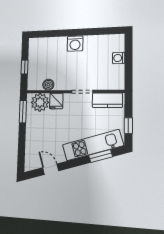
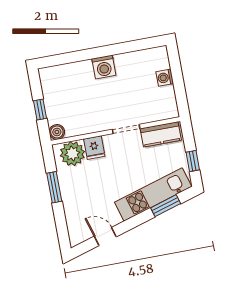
boiler: (48, 85) -> (57, 132), moved
window: (23, 112) -> (54, 187), moved

